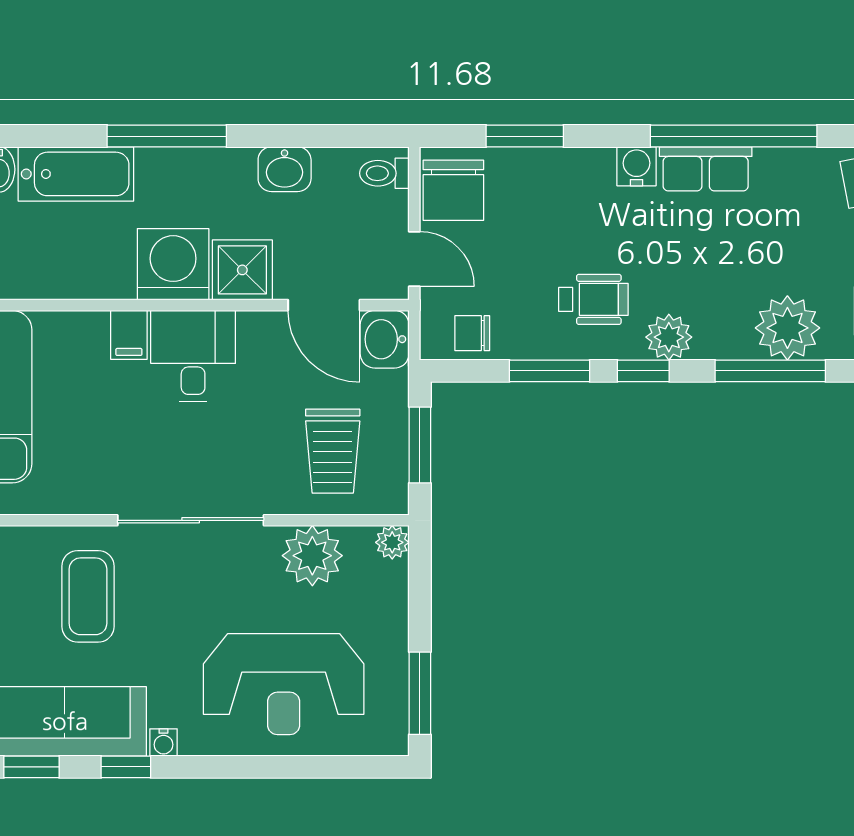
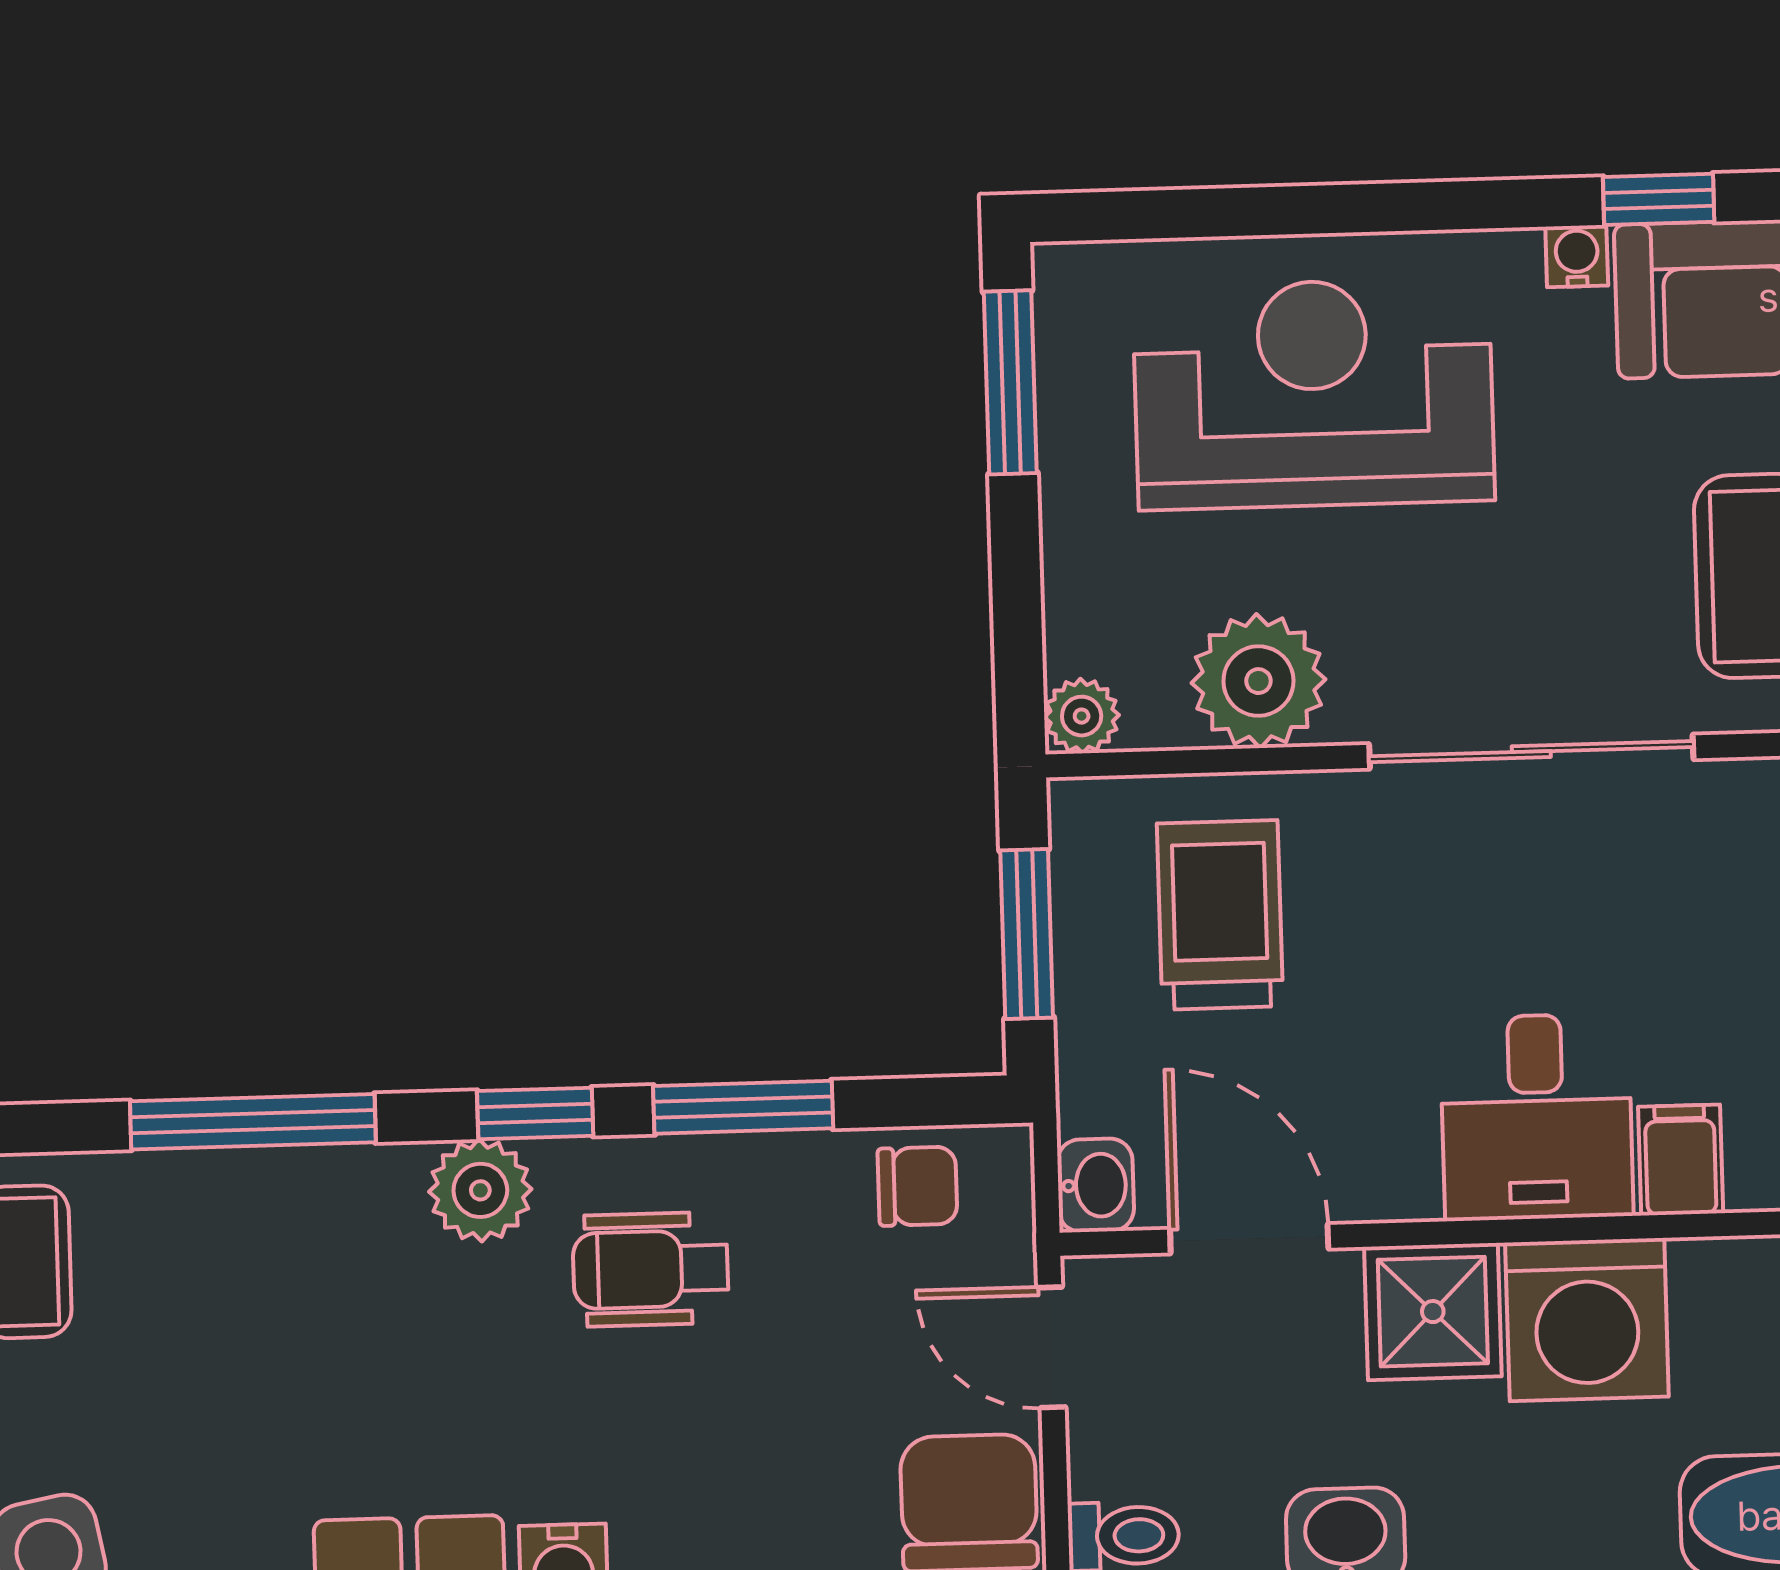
plant: (787, 328) -> (217, 1219), removed
washbasin: (385, 339) -> (1096, 1185), width x0.72, depth x0.69

